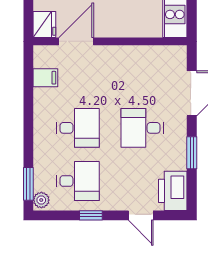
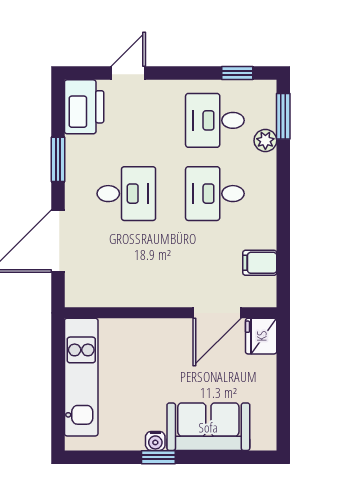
plant: (41, 200) -> (265, 141), moved
window: (91, 215) -> (237, 73), moved
door: (141, 215) -> (128, 73), hinge flipped

